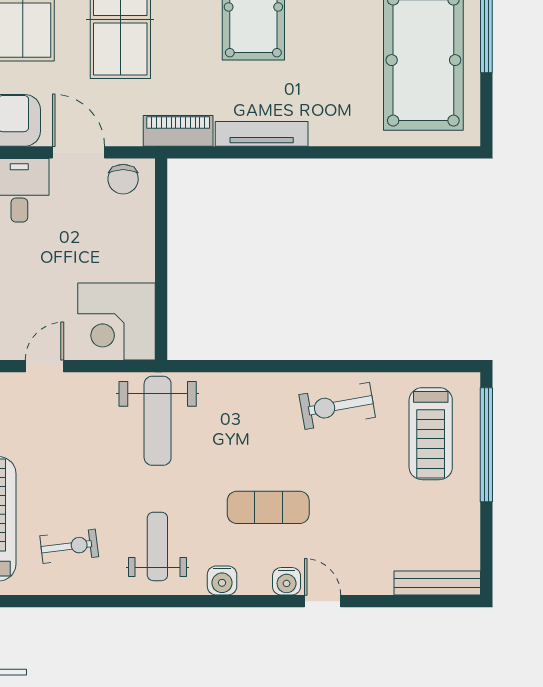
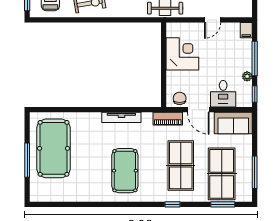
piano: (178, 131) -> (168, 119), moved
corner desk: (116, 322) -> (182, 54), moved

